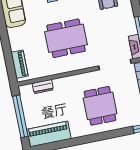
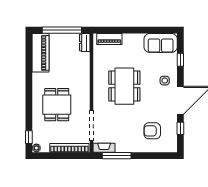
dresser: (43, 87) -> (85, 43), moved
dining table: (100, 106) -> (57, 105), turned 90

